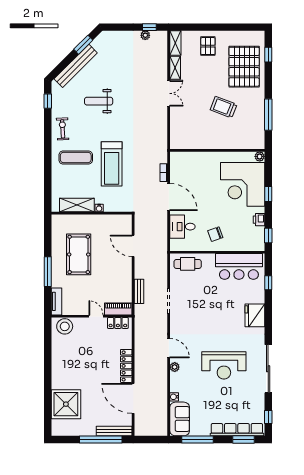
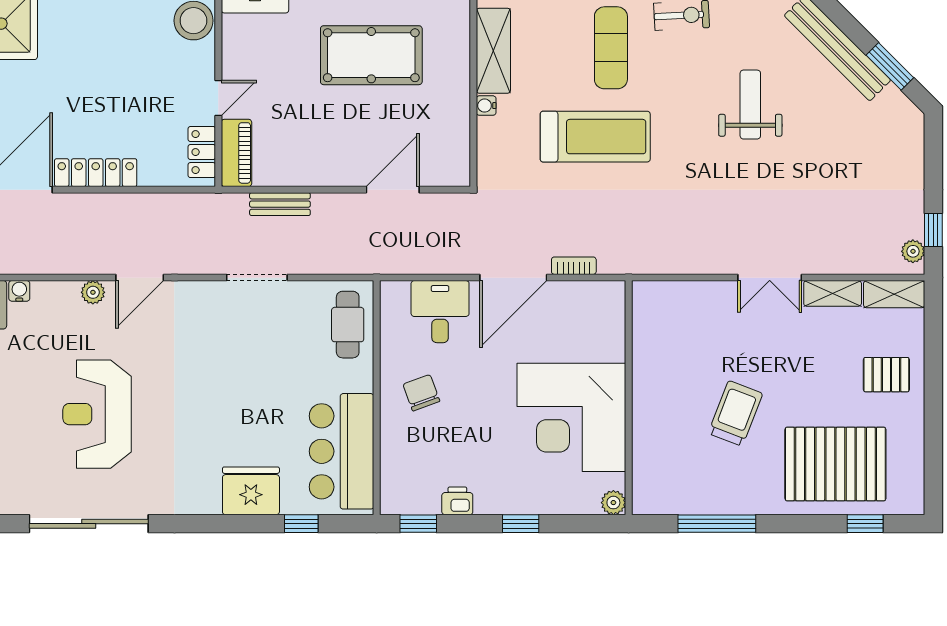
plant: (145, 35) -> (913, 251), moved
treadmill: (112, 164) -> (595, 137), turned 180
corner desk: (243, 184) -> (571, 417), moved, turned -90
fridge: (255, 315) -> (251, 491), moved

